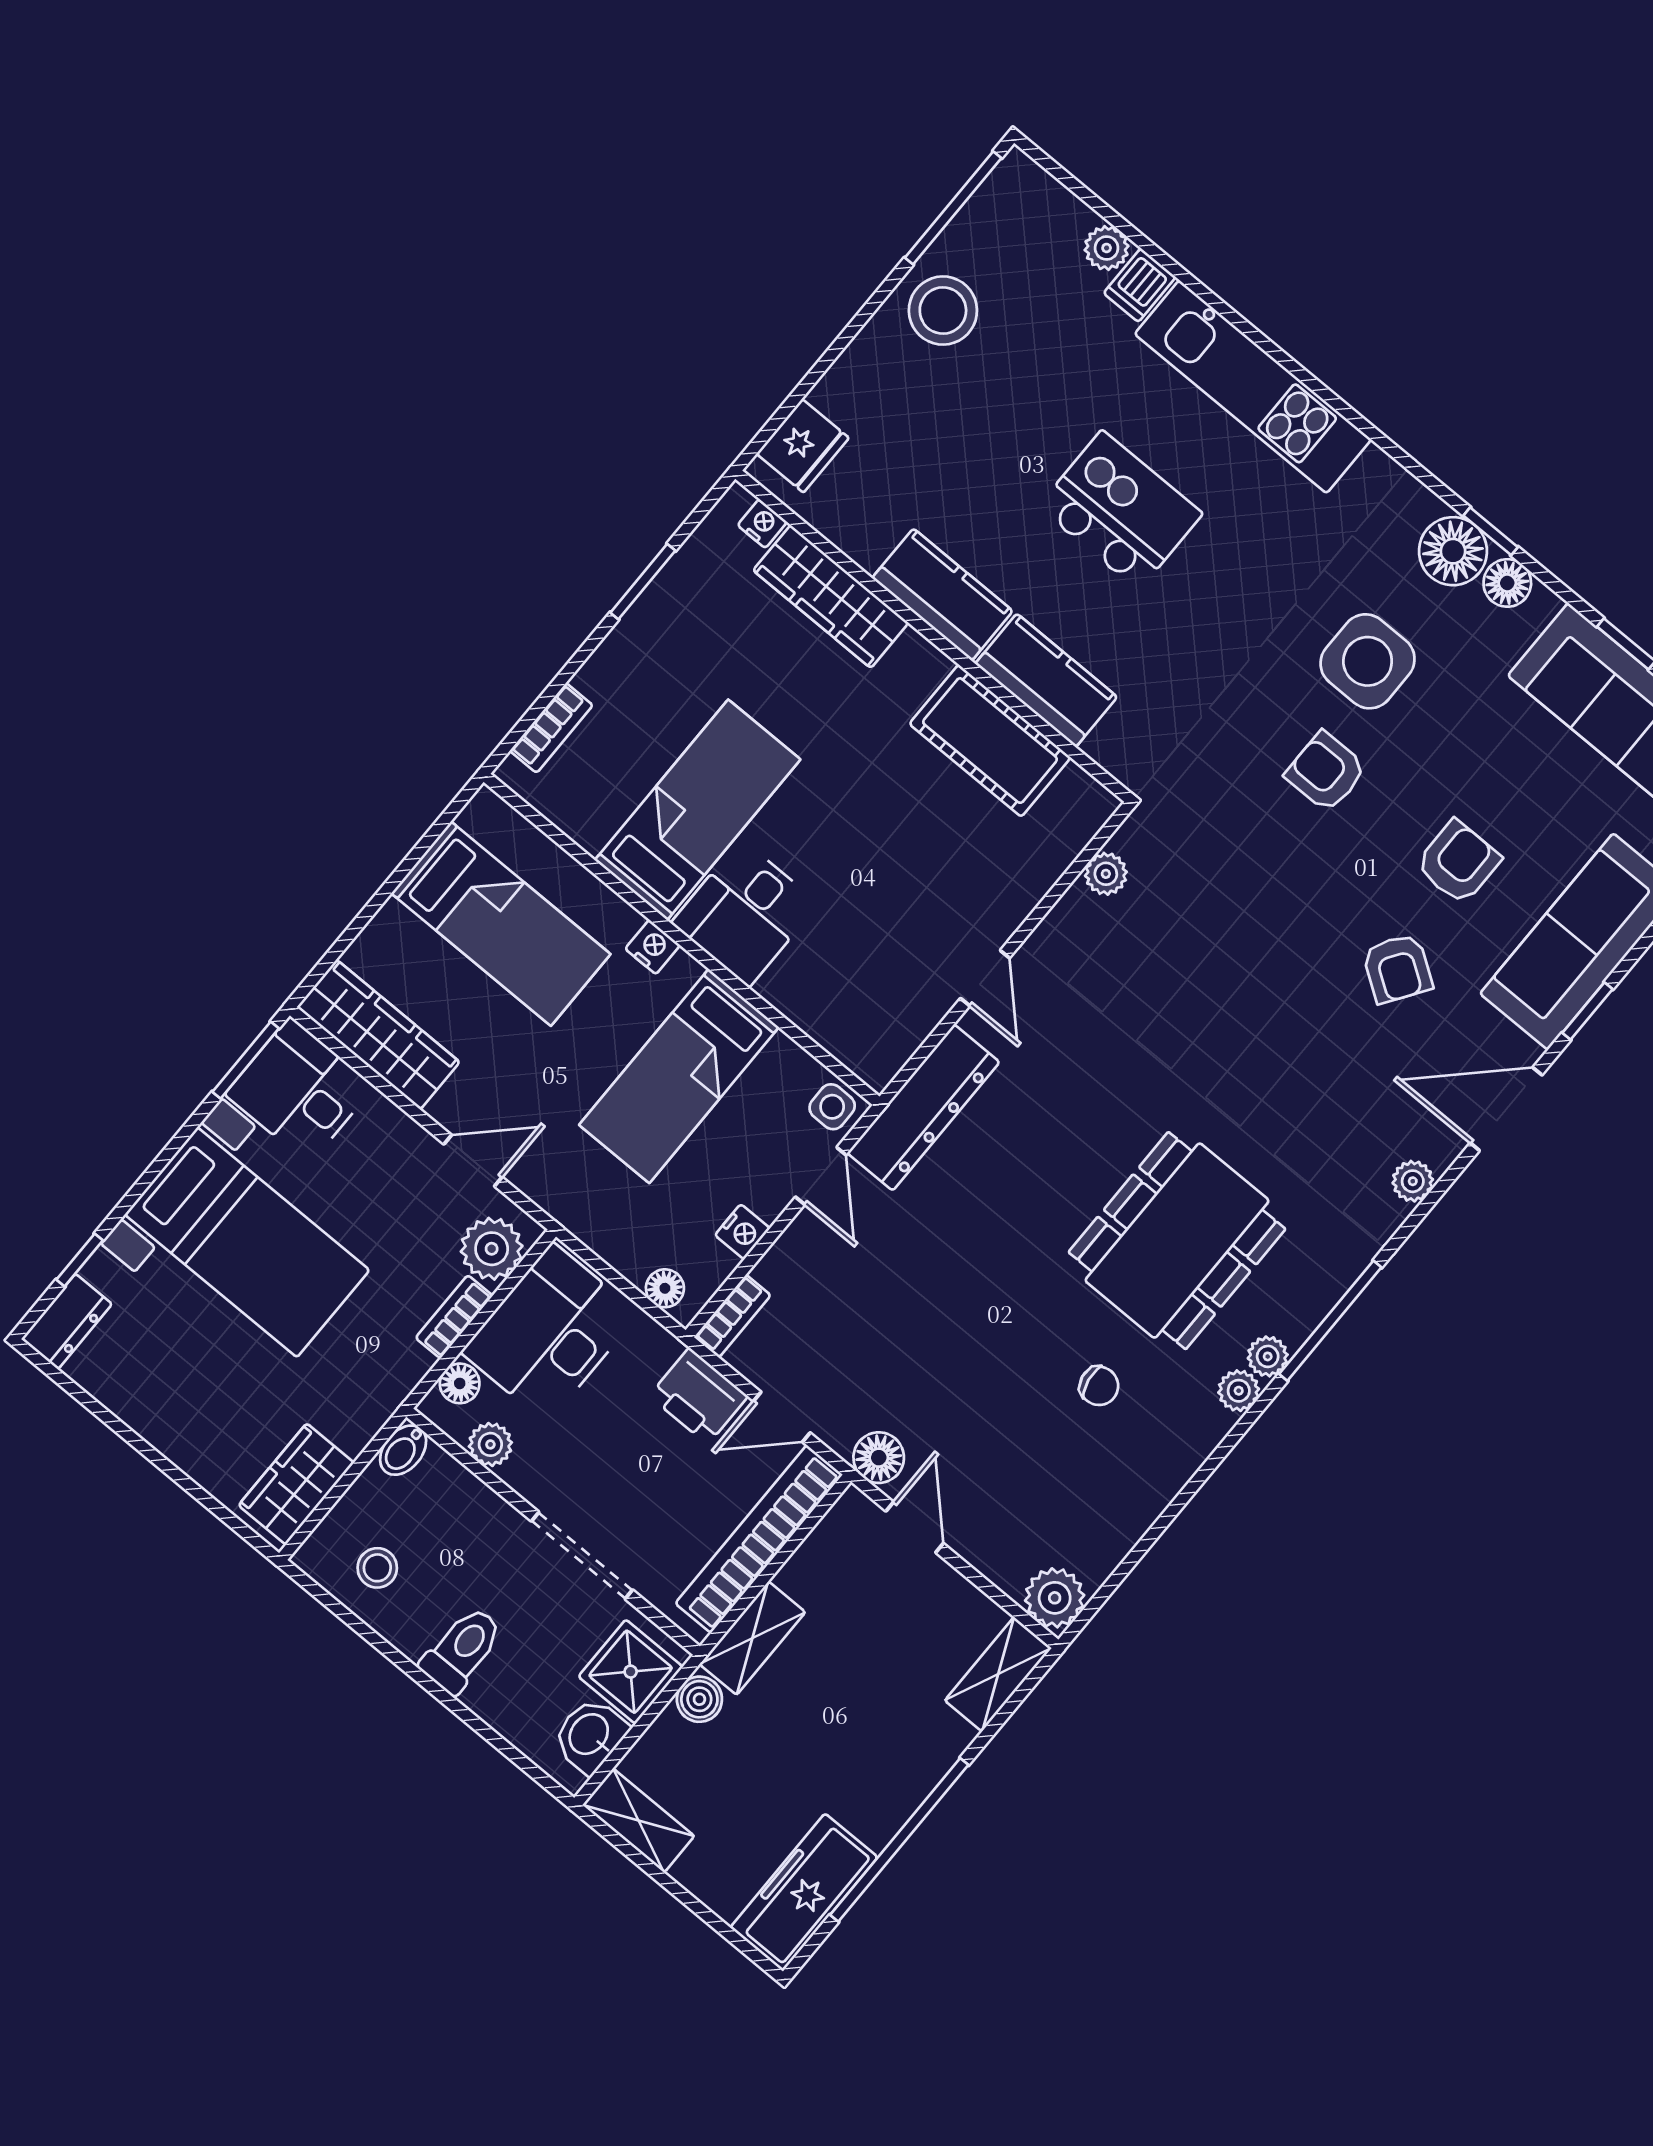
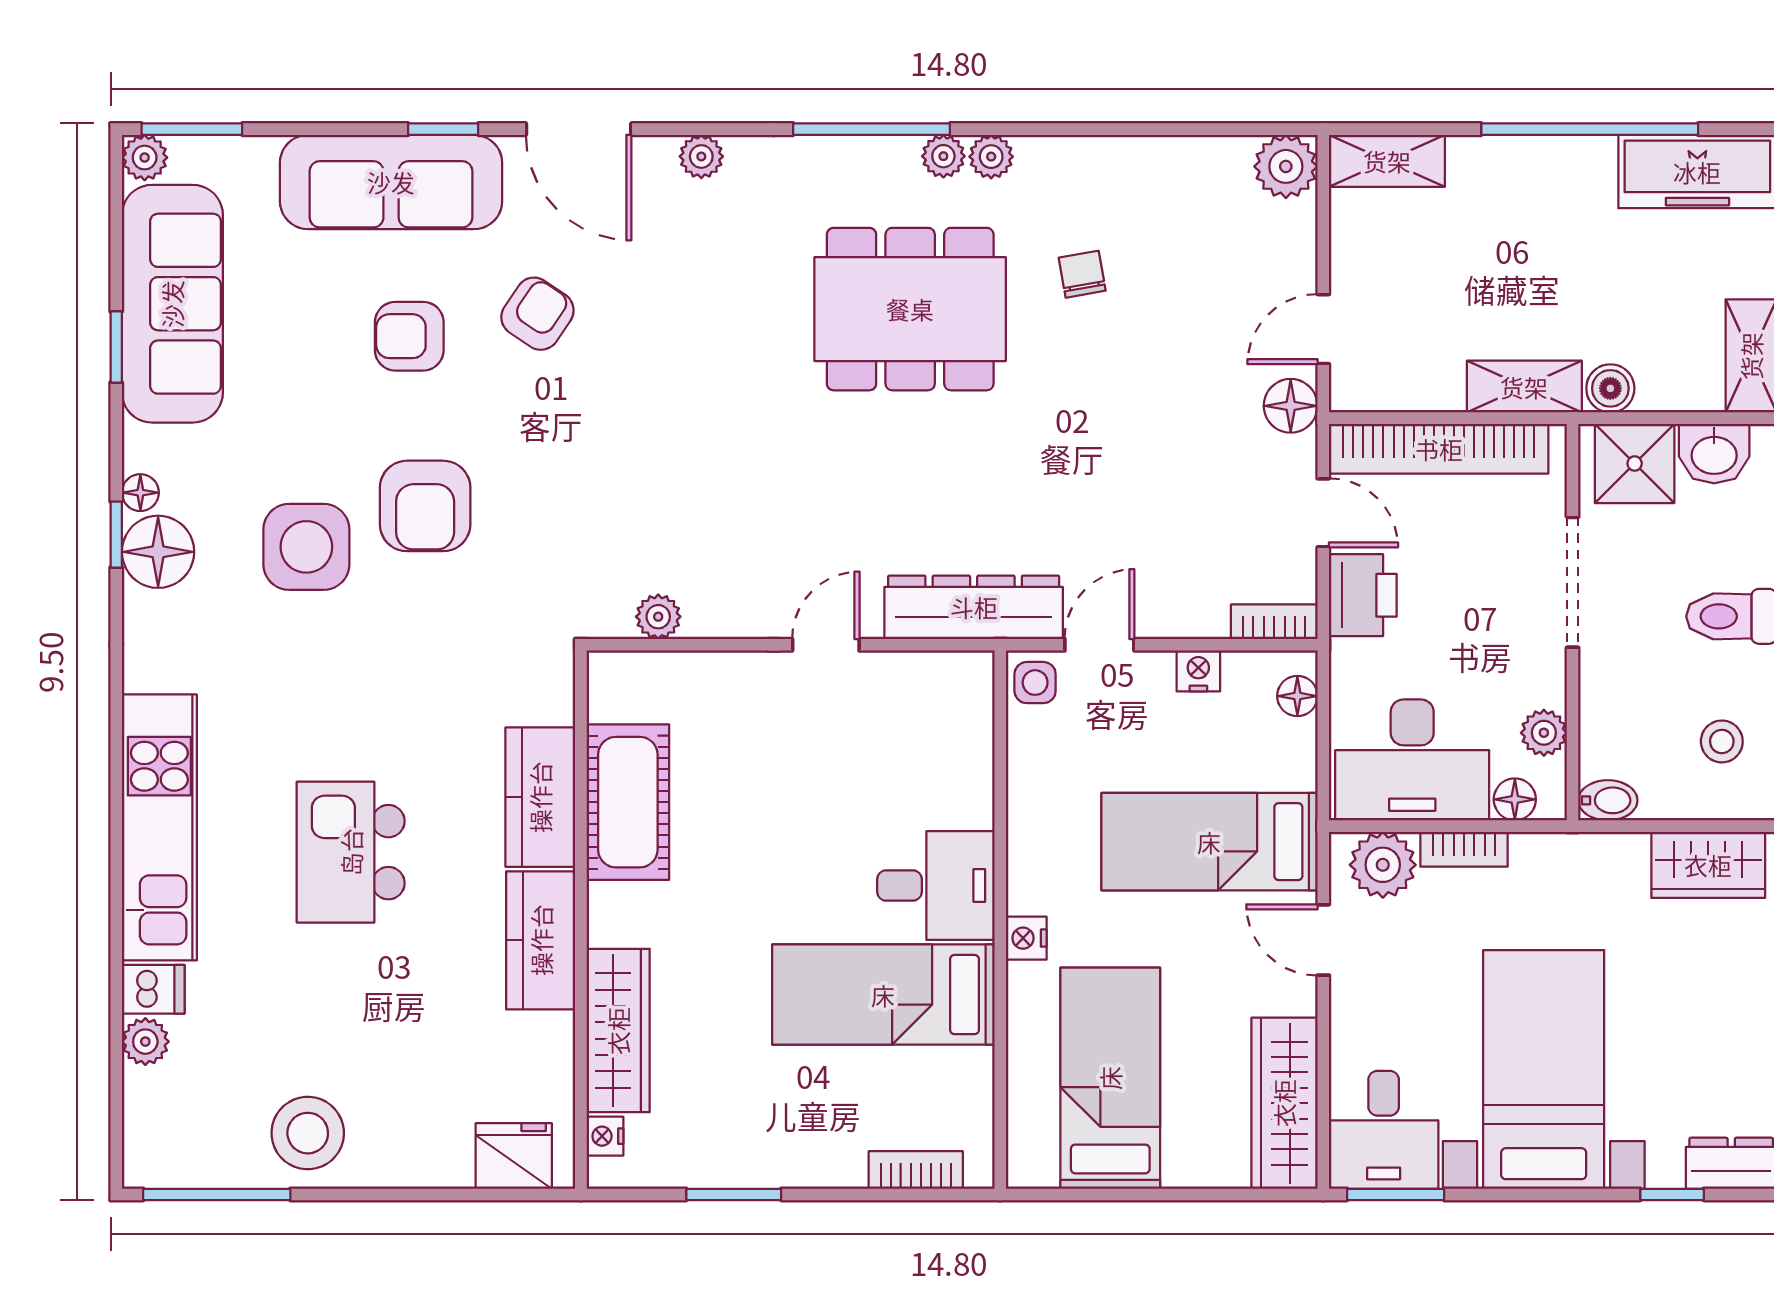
floor lamp: (1507, 583) -> (140, 493), width x0.73, depth x0.73
armchair: (1326, 772) -> (425, 506), width x1.38, depth x1.38
bed: (679, 1076) -> (1209, 842), moved, turned 180

